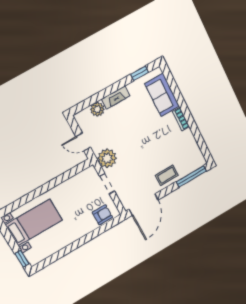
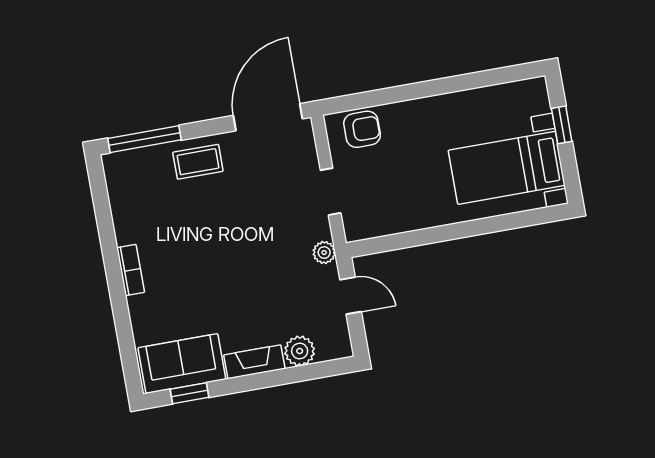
sofa: (162, 95) -> (182, 364), moved, turned -90
plant: (107, 158) -> (324, 253), width x0.53, depth x0.53
armchair: (102, 215) -> (362, 129), turned 180
window: (22, 259) -> (562, 125), moved

